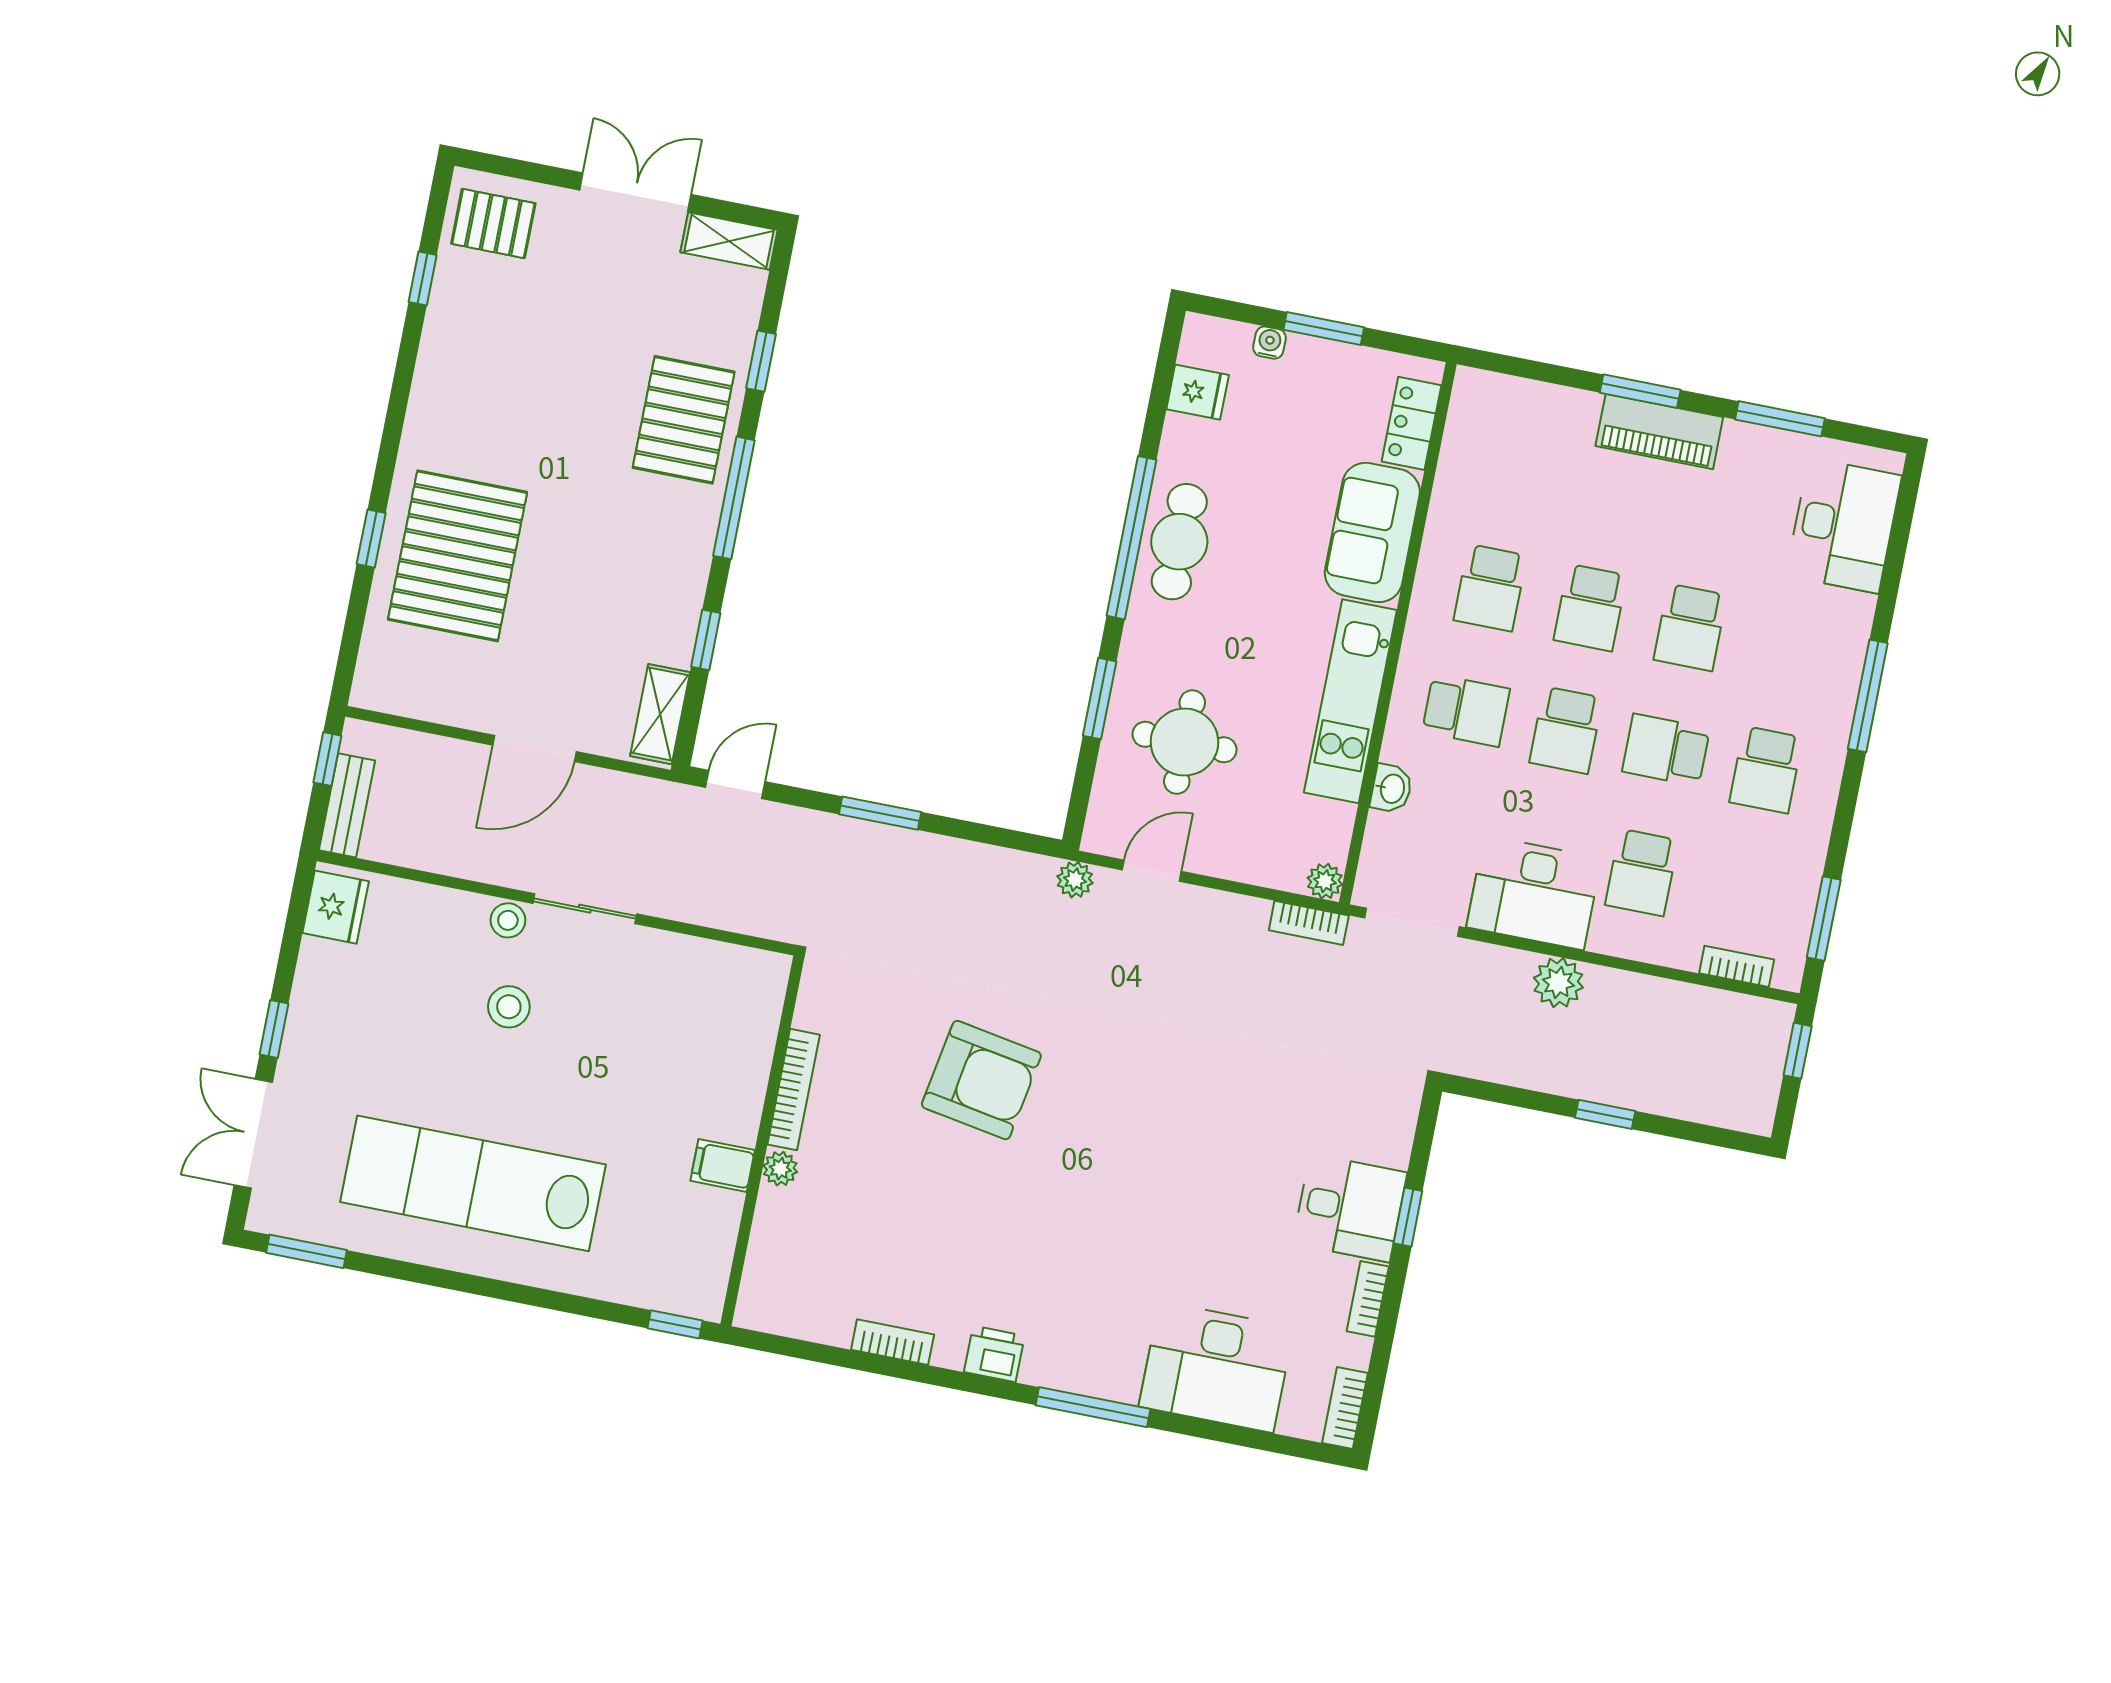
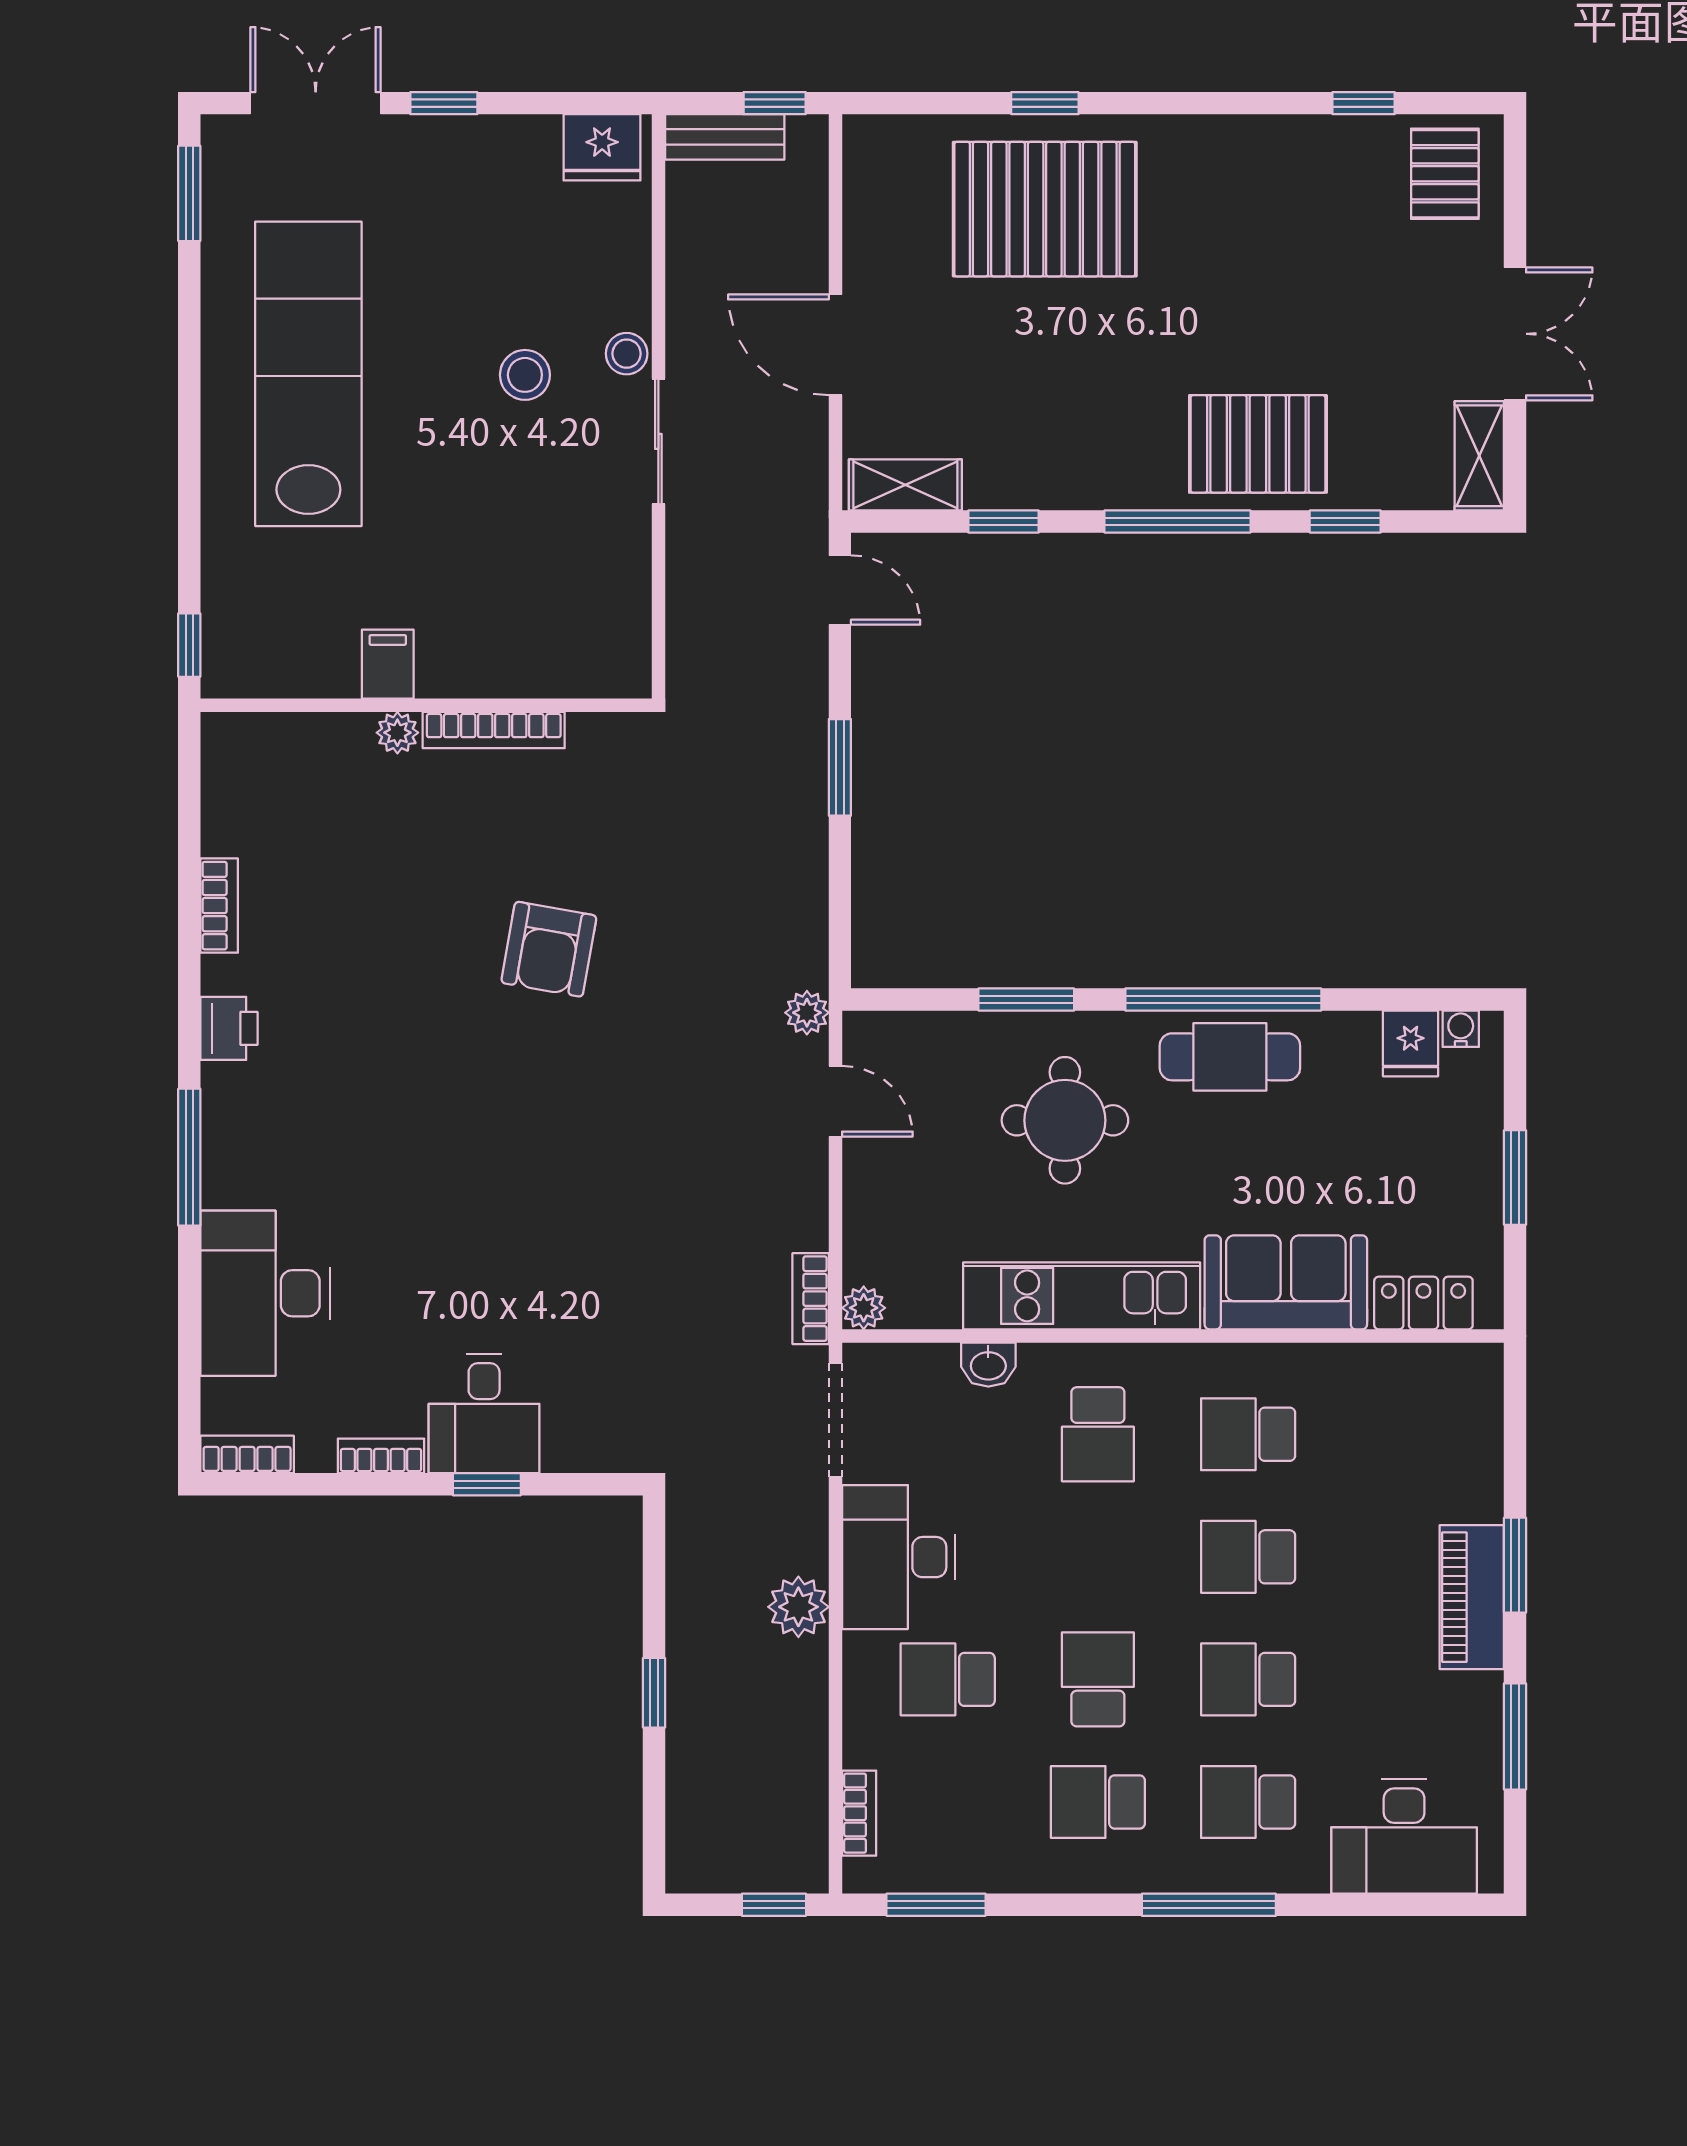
water cooler: (1269, 343) -> (1461, 1029), moved, turned -90
school desk: (1566, 730) -> (1248, 1802), moved
round table: (1185, 742) -> (1065, 1120), moved
armchair: (981, 1080) -> (549, 949), width x0.73, depth x0.73

